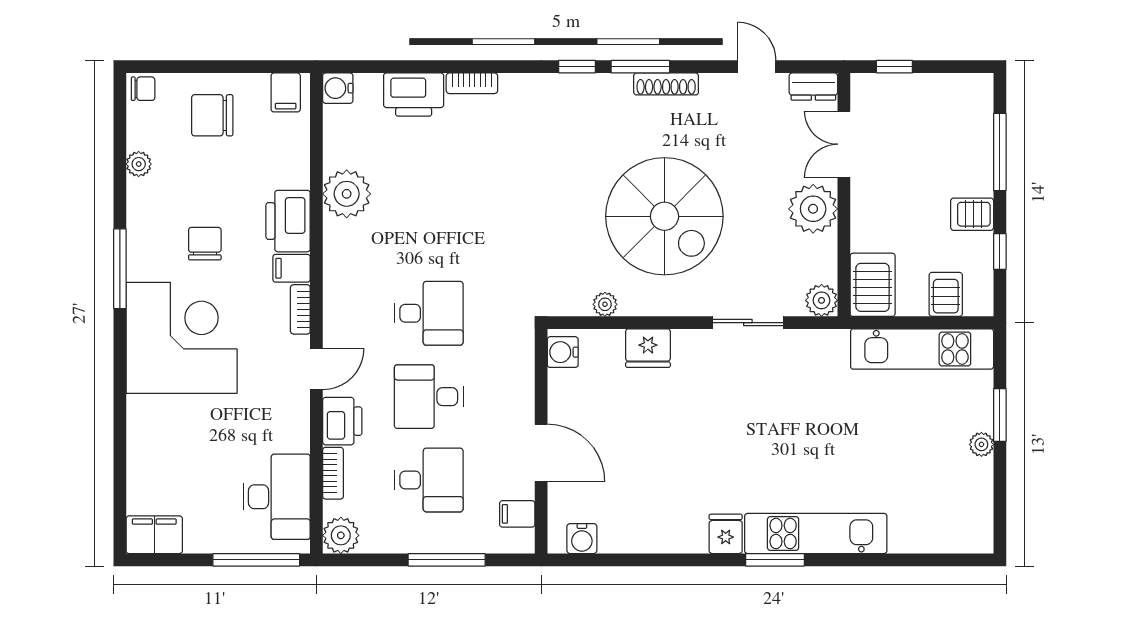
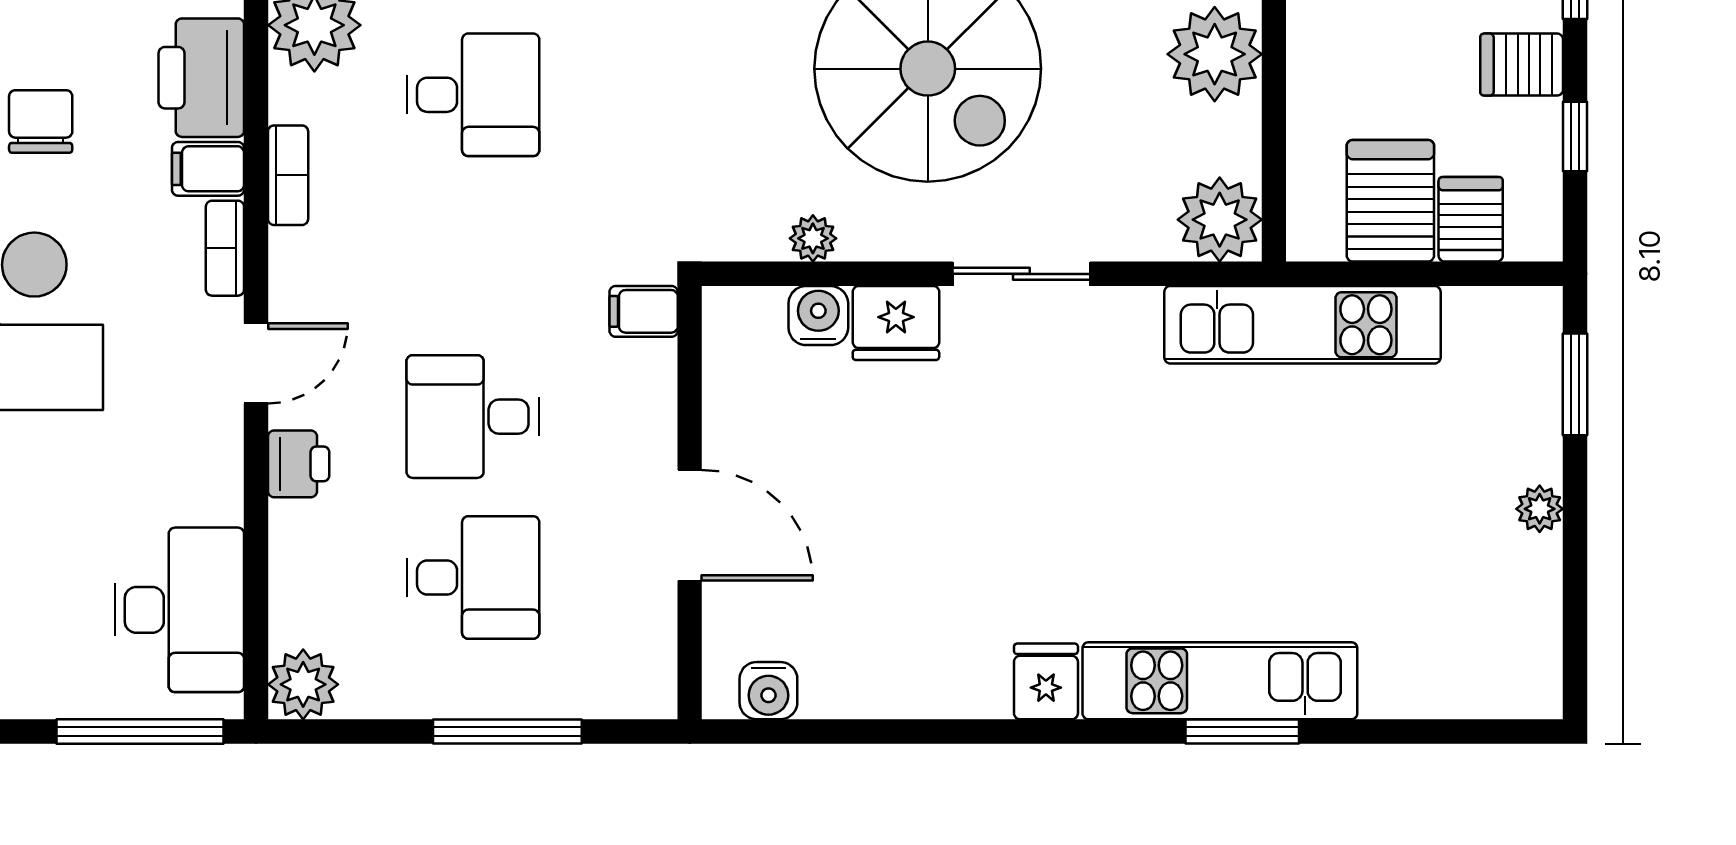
server rack: (873, 285) -> (1390, 201), moved
plant: (822, 300) -> (1220, 220), width x1.36, depth x1.36
desk: (429, 313) -> (473, 95), moved
sliding door: (748, 323) -> (1021, 274), moved
kitchen unit: (922, 349) -> (1302, 325), moved
water cooler: (563, 352) -> (818, 316), moved, turned 90
window: (1000, 415) -> (1575, 384), moved
printer: (342, 421) -> (299, 464), width x0.73, depth x0.81
bookcase: (333, 473) -> (288, 175), moved
filing cabinet: (517, 514) -> (644, 311), moved
window: (775, 560) -> (1242, 731), moved

